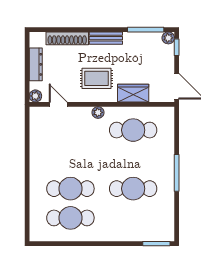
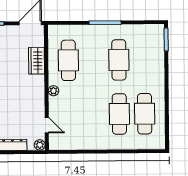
rug: (97, 78) -> (24, 92), removed
door: (58, 104) -> (47, 125), swing flipped

